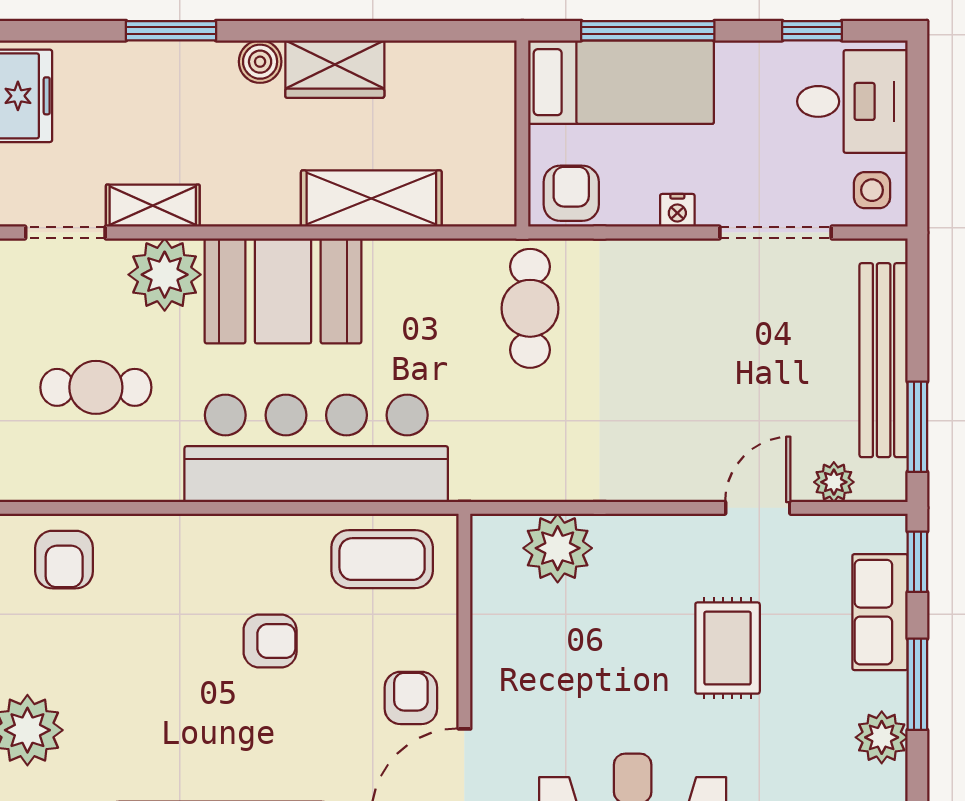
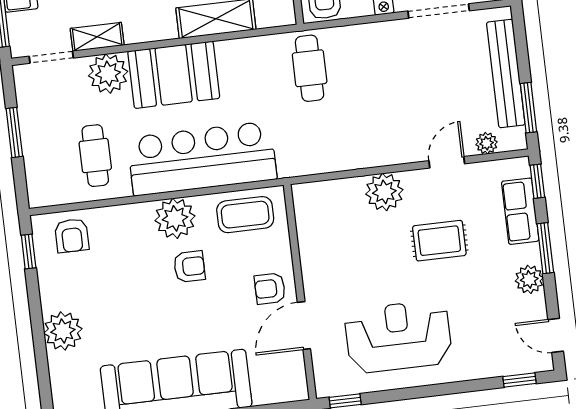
cafe table: (96, 387) -> (95, 156), moved, turned 90
plant: (558, 548) -> (384, 192), moved
plant: (254, 551) -> (175, 218), added
rug: (728, 648) -> (439, 241), turned 90
armchair: (411, 698) -> (270, 289), turned -90

